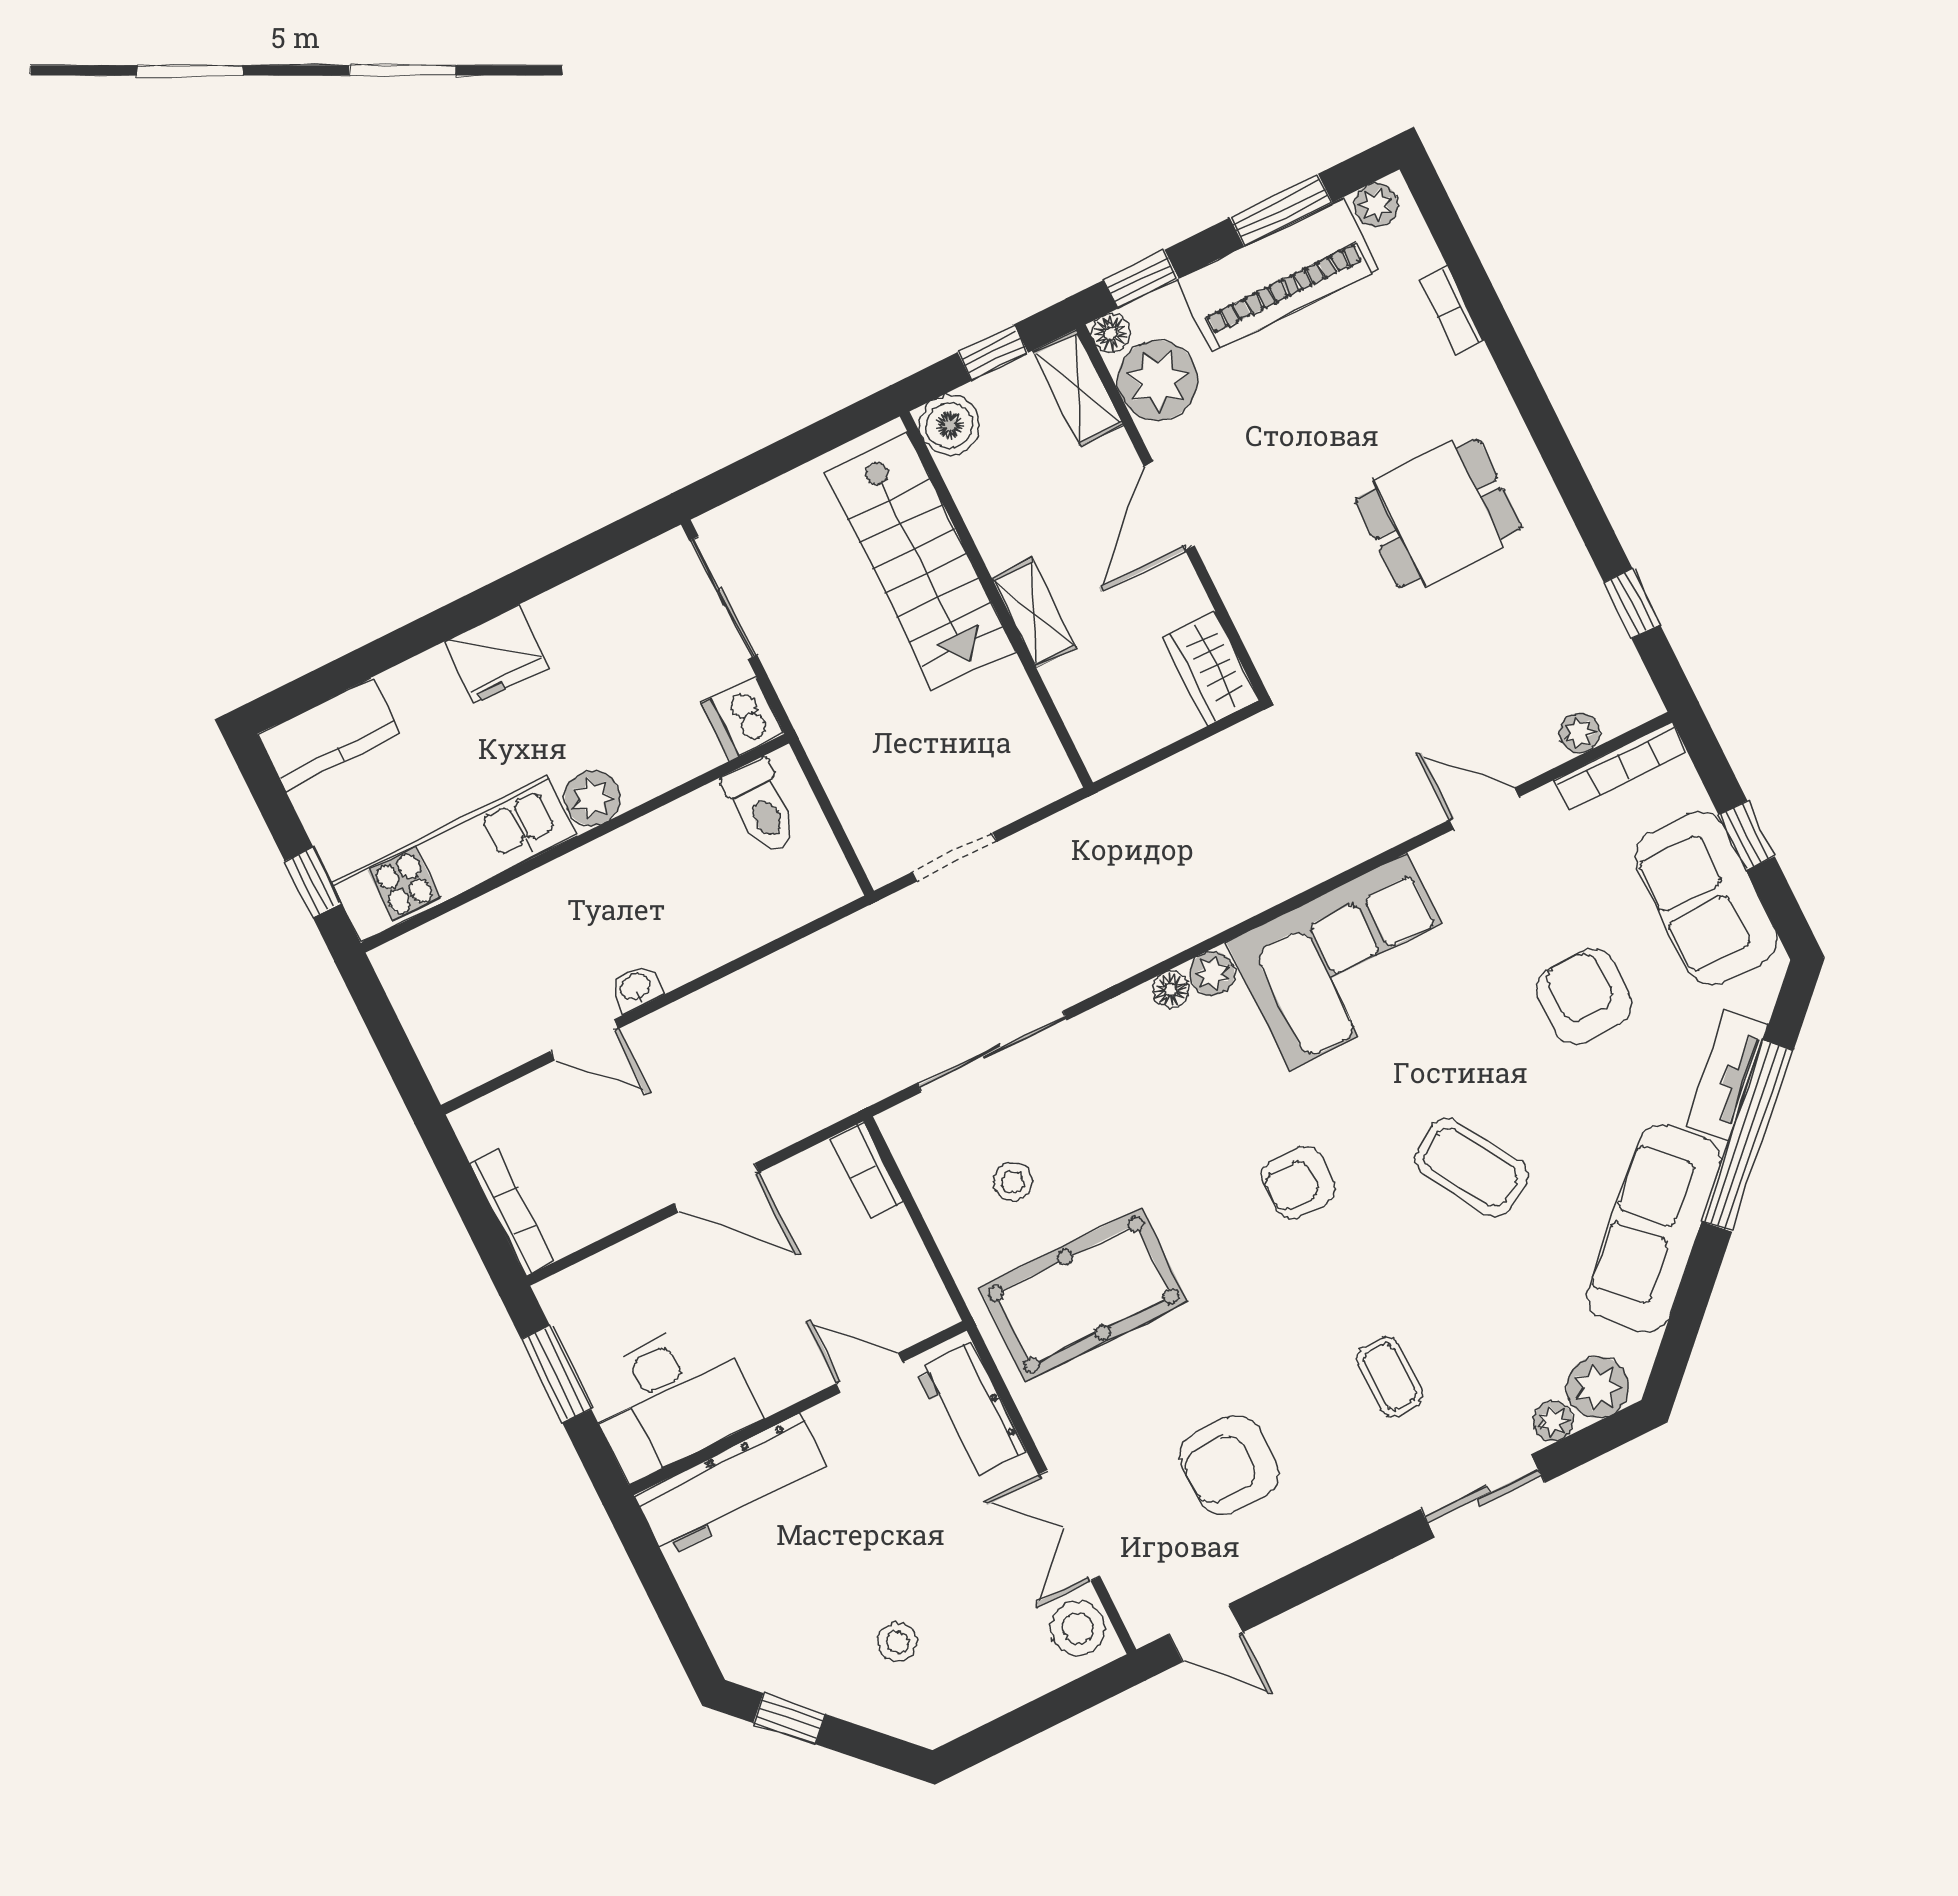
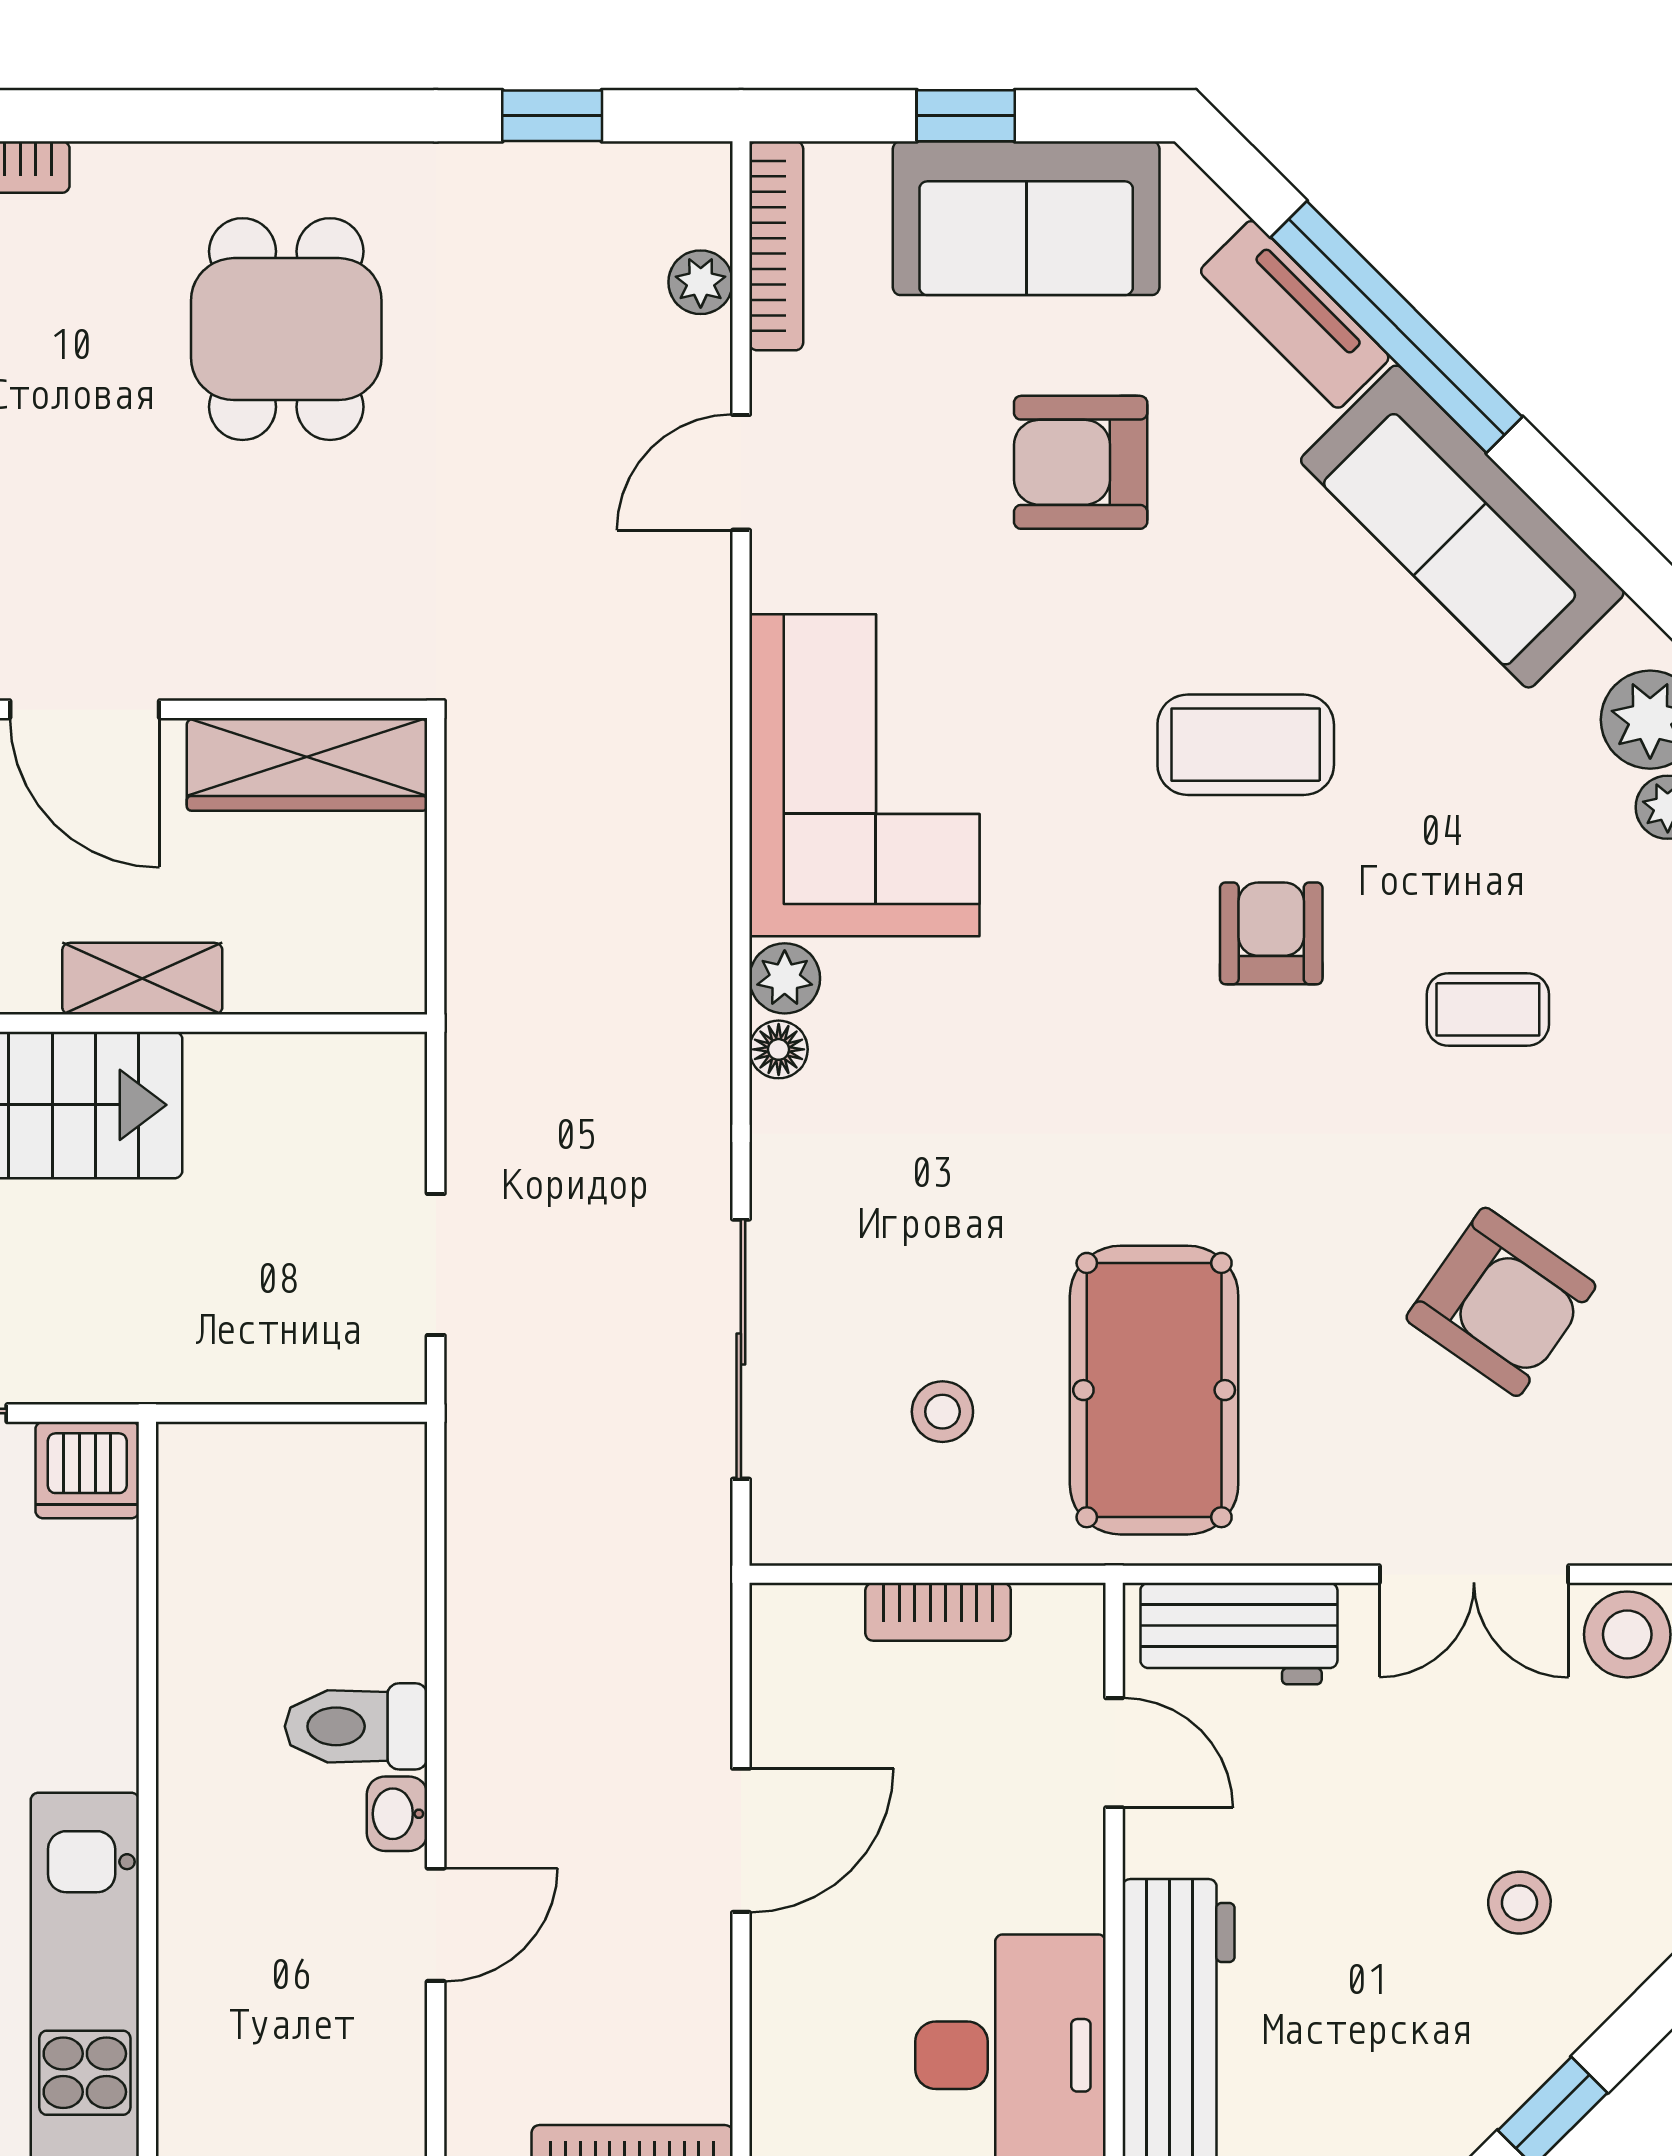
wardrobe: (1211, 668) -> (307, 764), width x1.50
plant: (592, 798) -> (95, 1742), removed
toilet: (762, 807) -> (356, 1726), moved, turned 180
coffee table: (1471, 1167) -> (1246, 745), turned 31
bookcase: (867, 1170) -> (938, 1612), moved
armchair: (1298, 1183) -> (1271, 933), moved, turned 180
door: (869, 1373) -> (1114, 1753), swing flipped
armchair: (1229, 1465) -> (1501, 1302), turned -55

